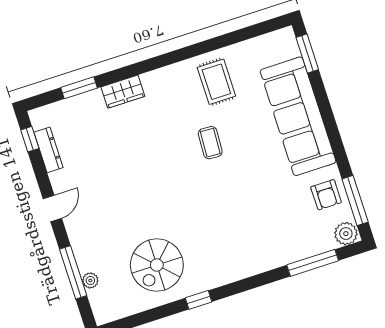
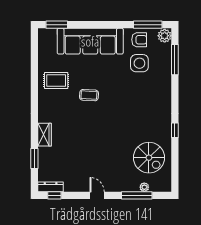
dresser: (48, 150) -> (51, 187), moved
side table: (288, 208) -> (139, 63), added
spiral stairs: (157, 265) -> (149, 158), moved

